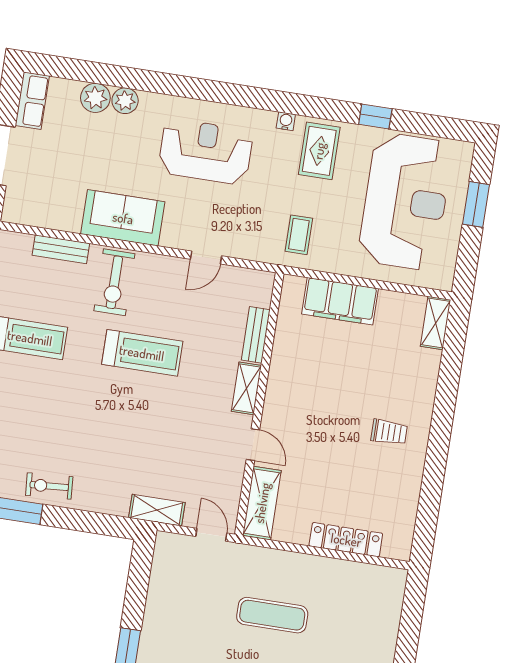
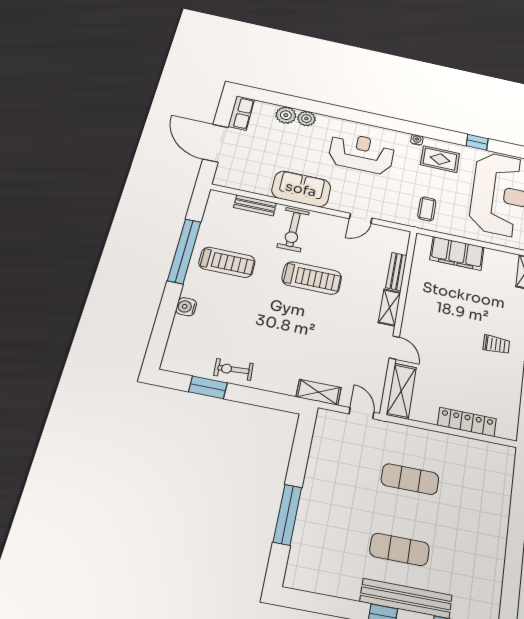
rug: (319, 151) -> (440, 159), turned 90

